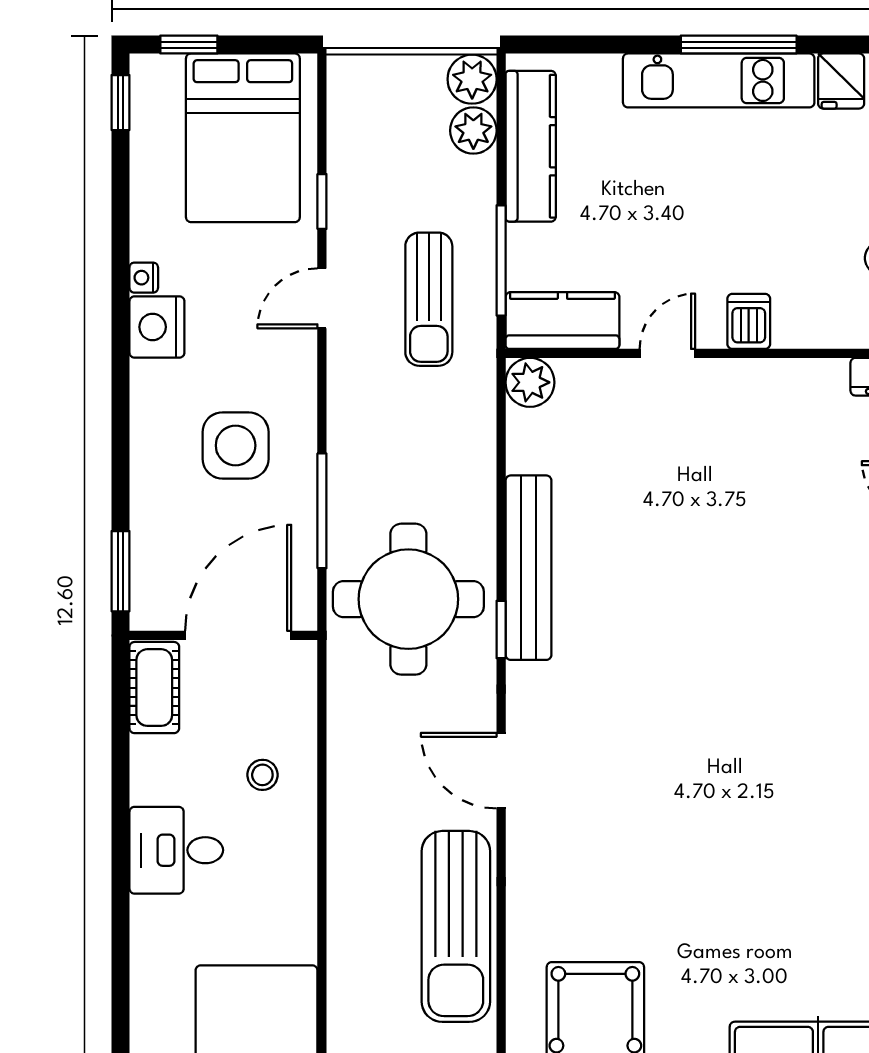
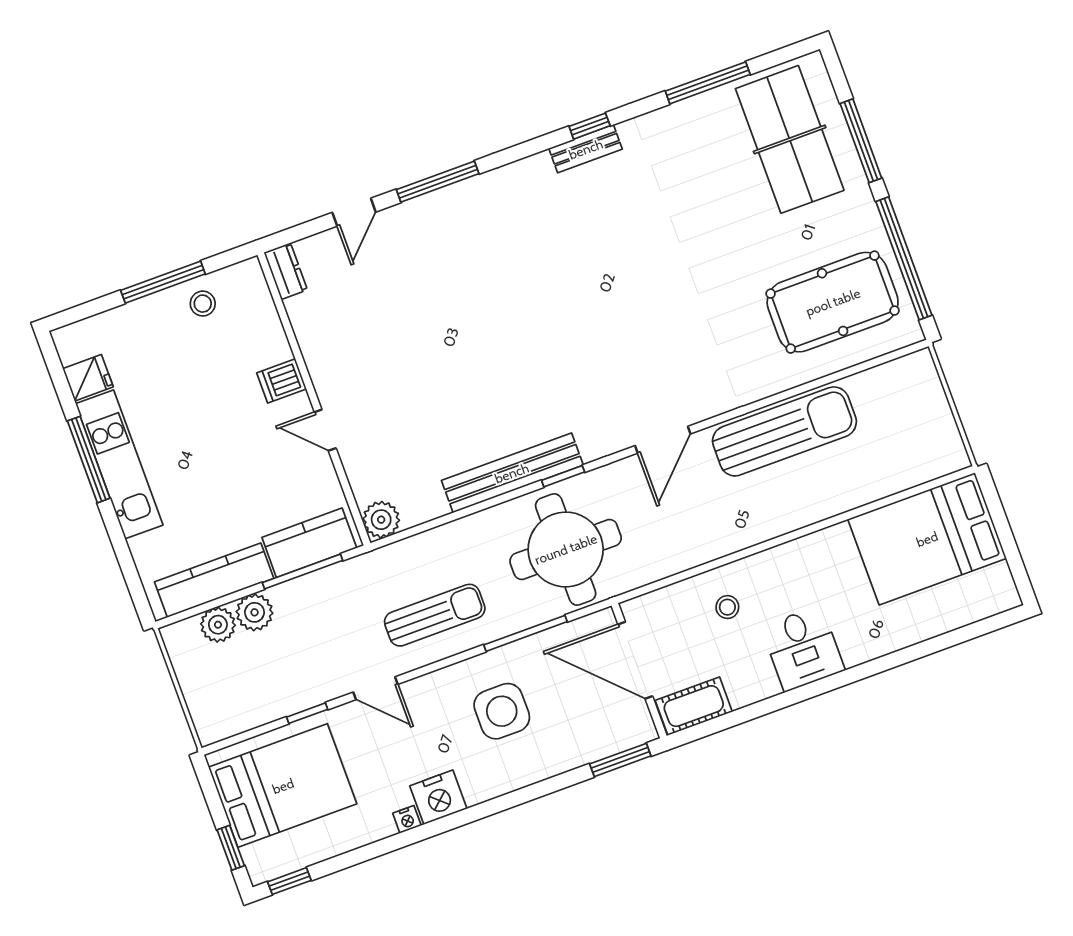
plant: (472, 79) -> (255, 612), moved
sun lounger: (429, 299) -> (435, 615), moved
kitchen counter: (562, 320) -> (309, 543), moved, turned 90

